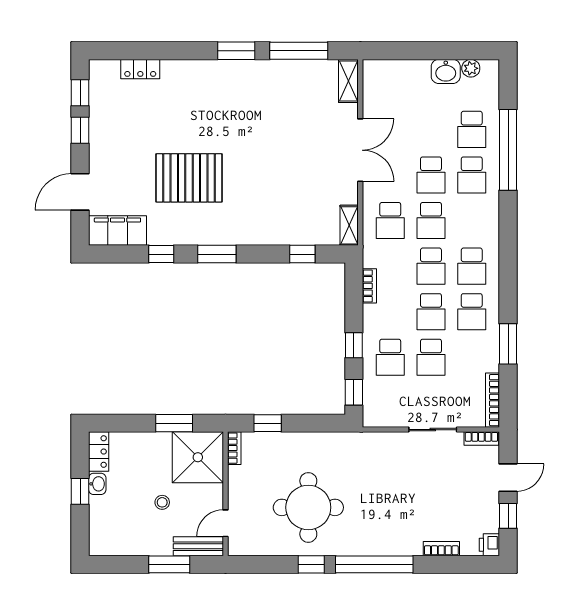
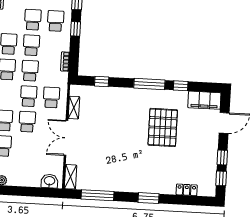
window: (236, 51) -> (148, 198), moved
washbasin: (446, 71) -> (49, 181), moved
pallet: (189, 178) -> (163, 127), turned 90
shelving: (349, 225) -> (74, 108), moved
window: (217, 254) -> (149, 84), width x1.44

